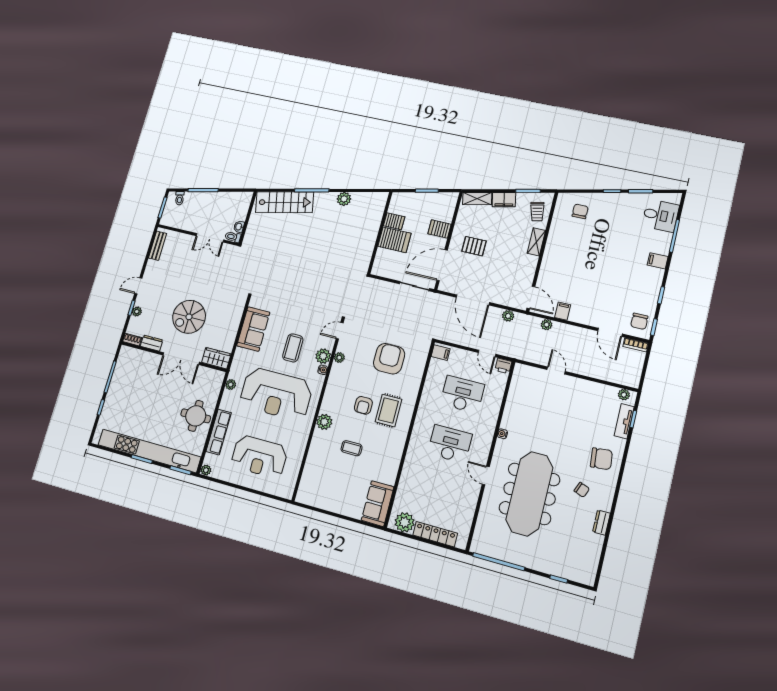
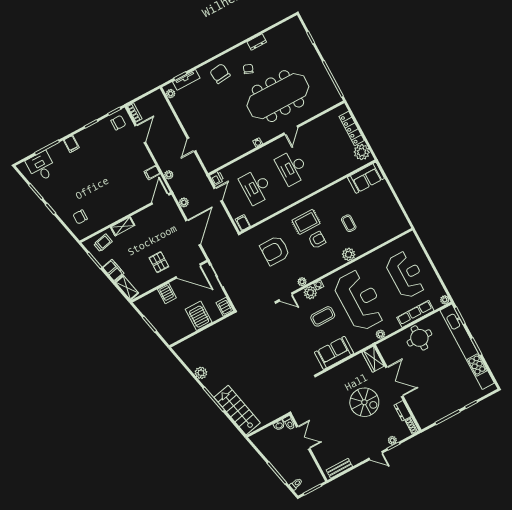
server rack: (394, 221) -> (225, 307), moved

